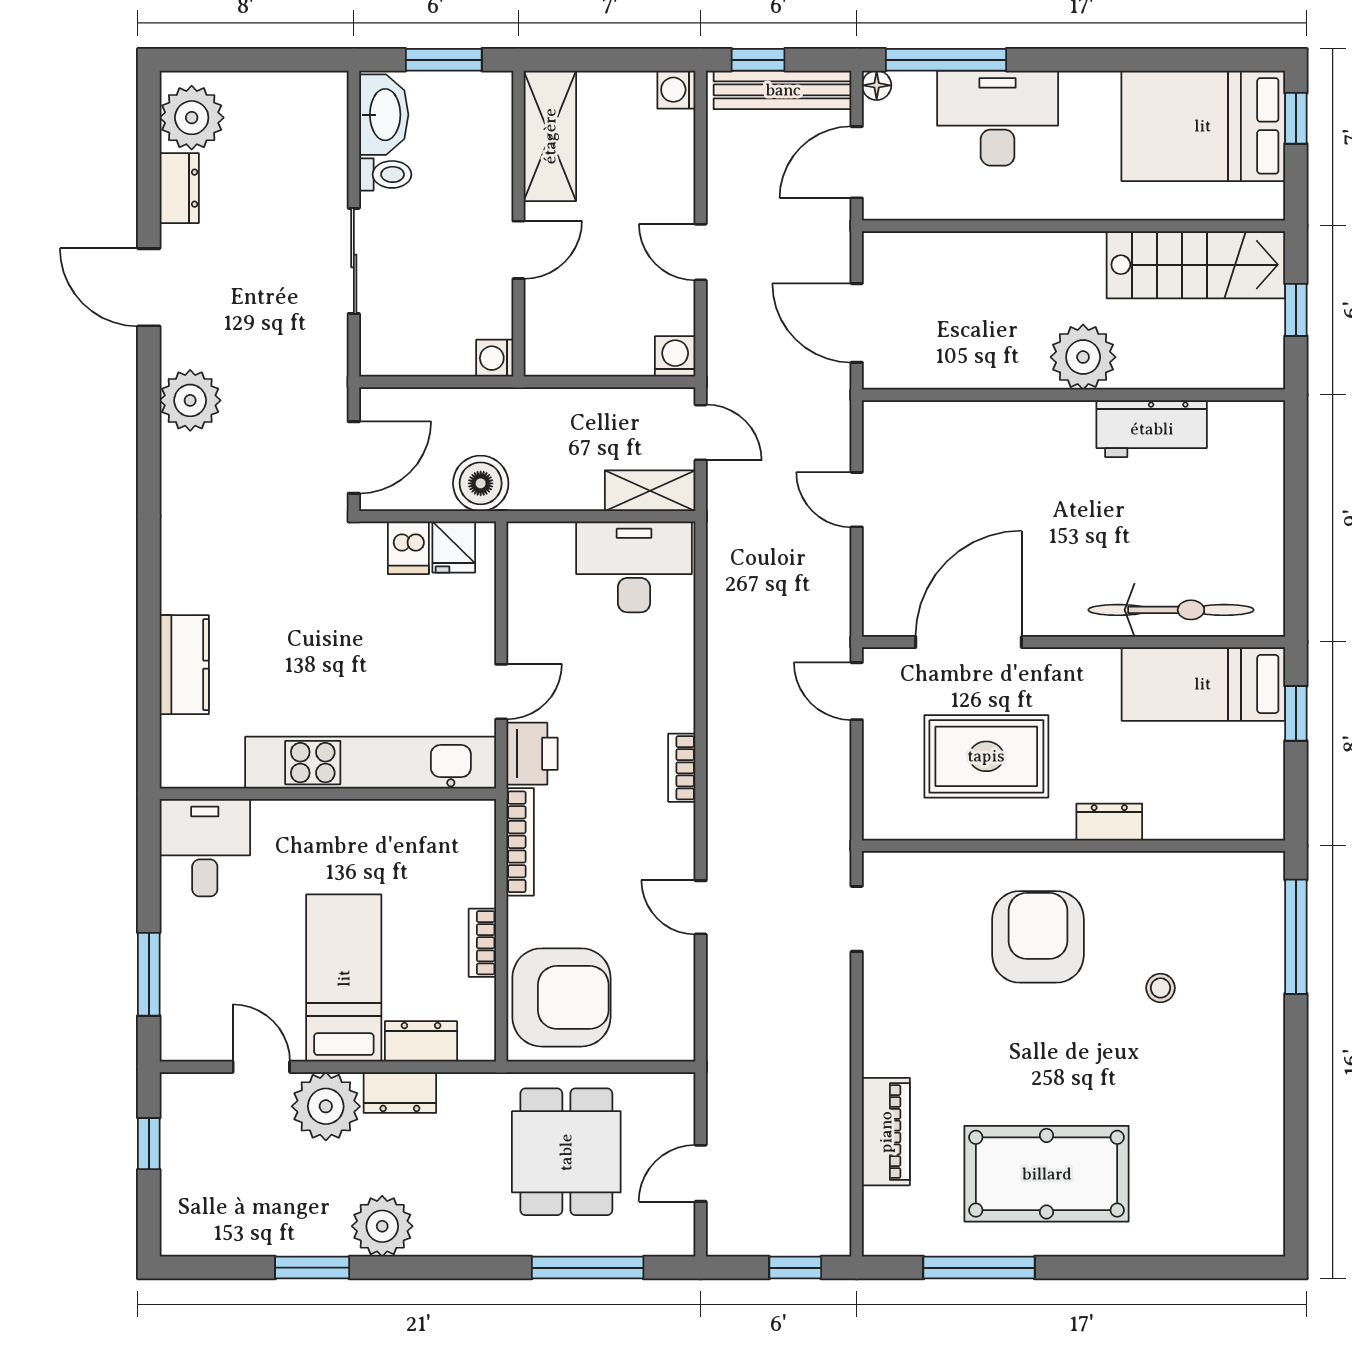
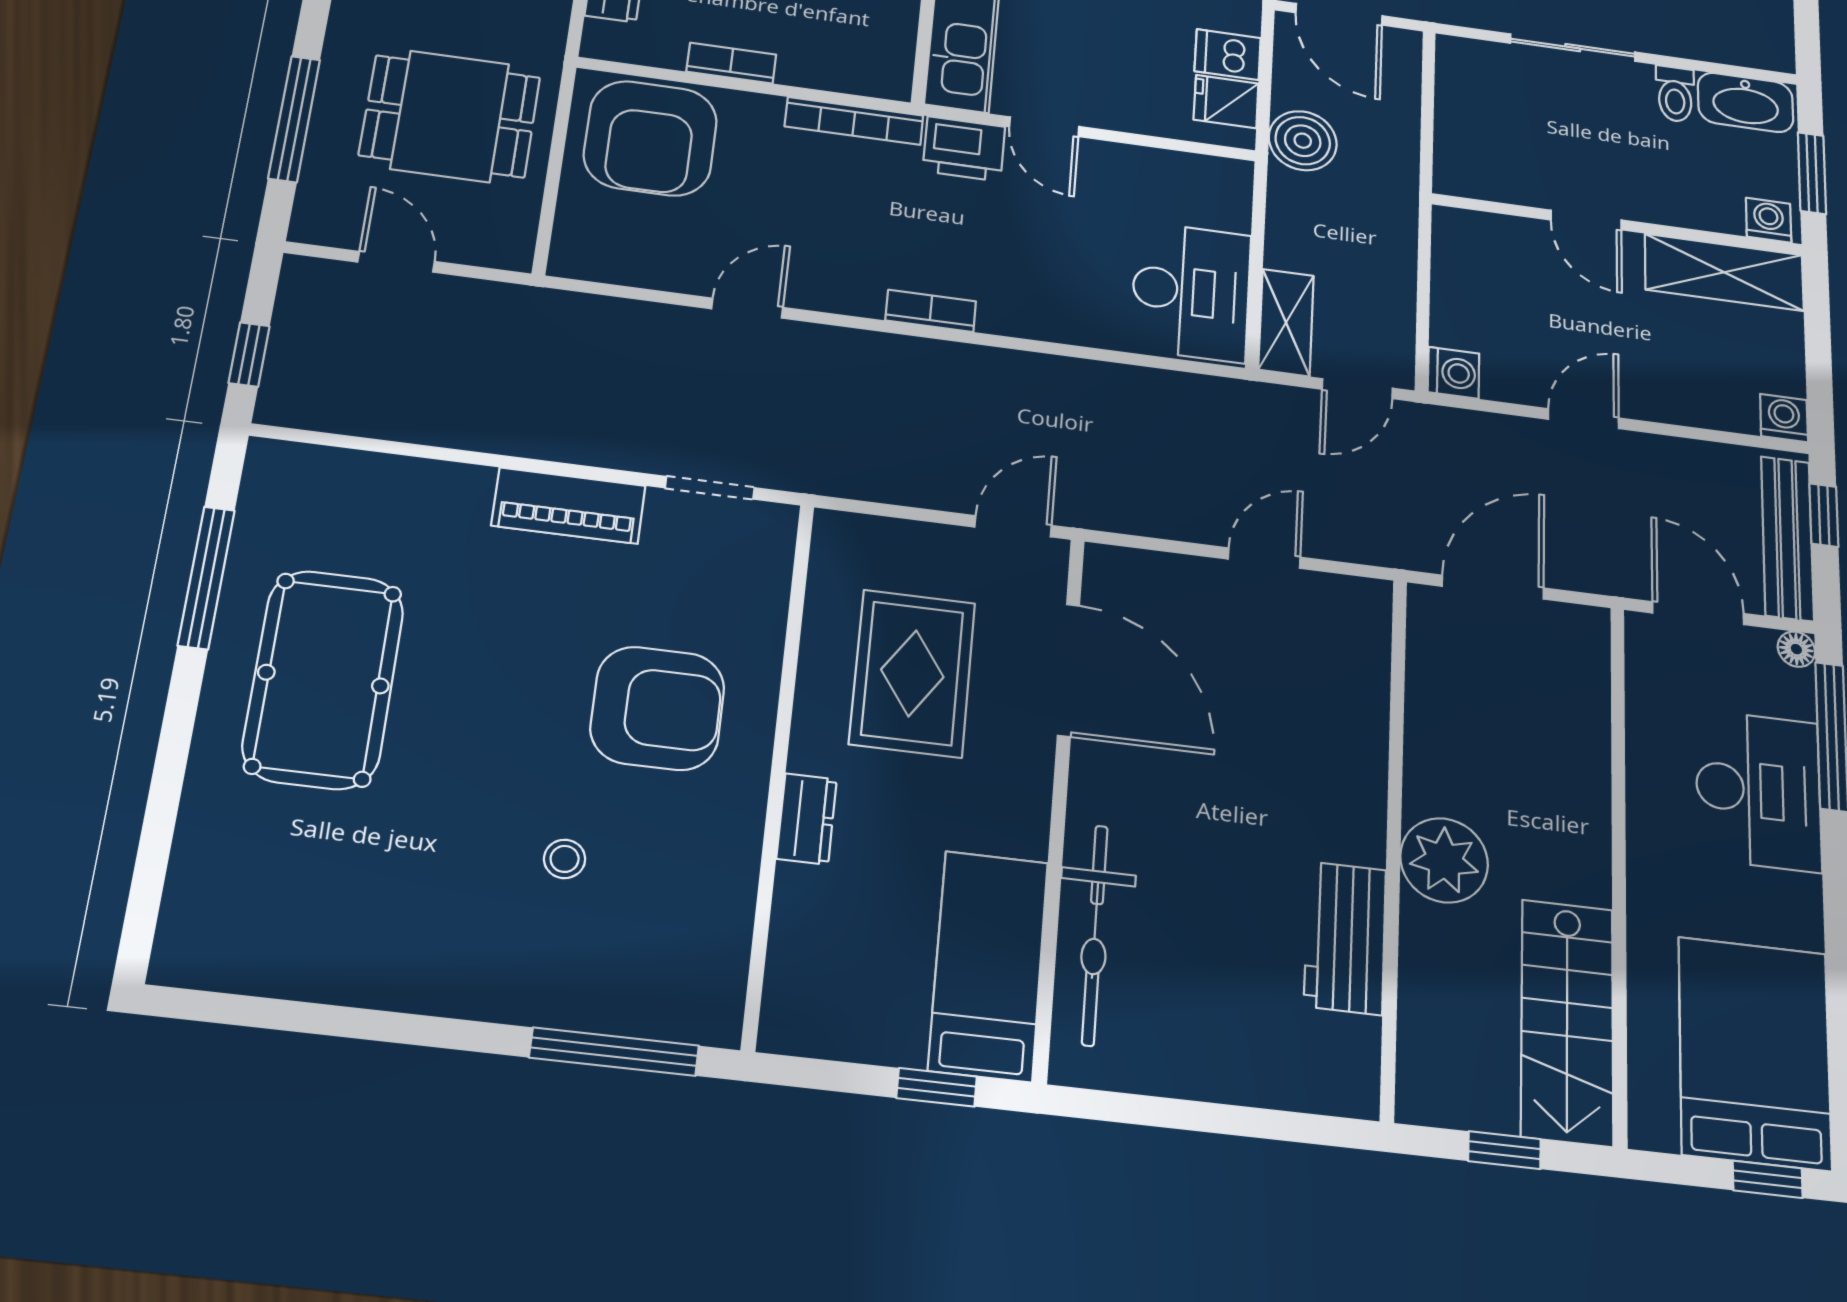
washing machine: (495, 358) -> (1769, 220), moved
piano: (886, 1132) -> (569, 506), moved

